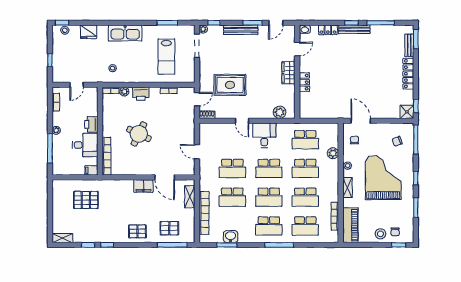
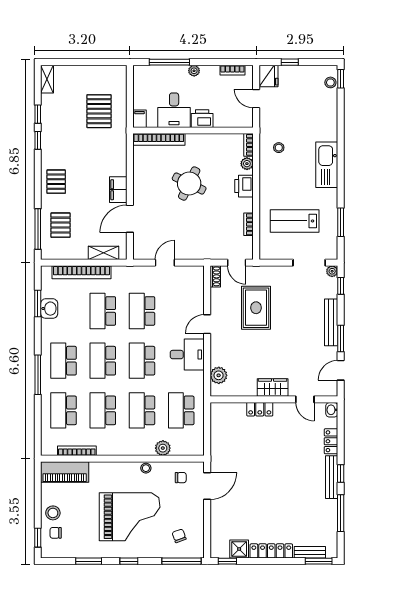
door: (276, 23) -> (341, 370), hinge flipped
fridge: (89, 32) -> (268, 76), moved, turned 180
shower: (407, 112) -> (239, 549), moved
shelving: (347, 188) -> (116, 468), removed

